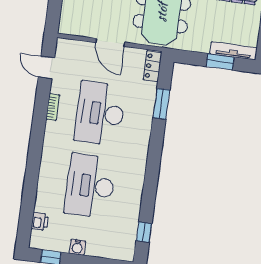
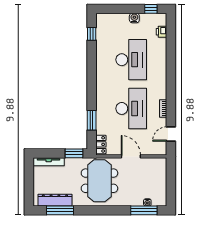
window: (220, 62) -> (74, 153), moved
door: (46, 68) -> (171, 134), swing flipped

